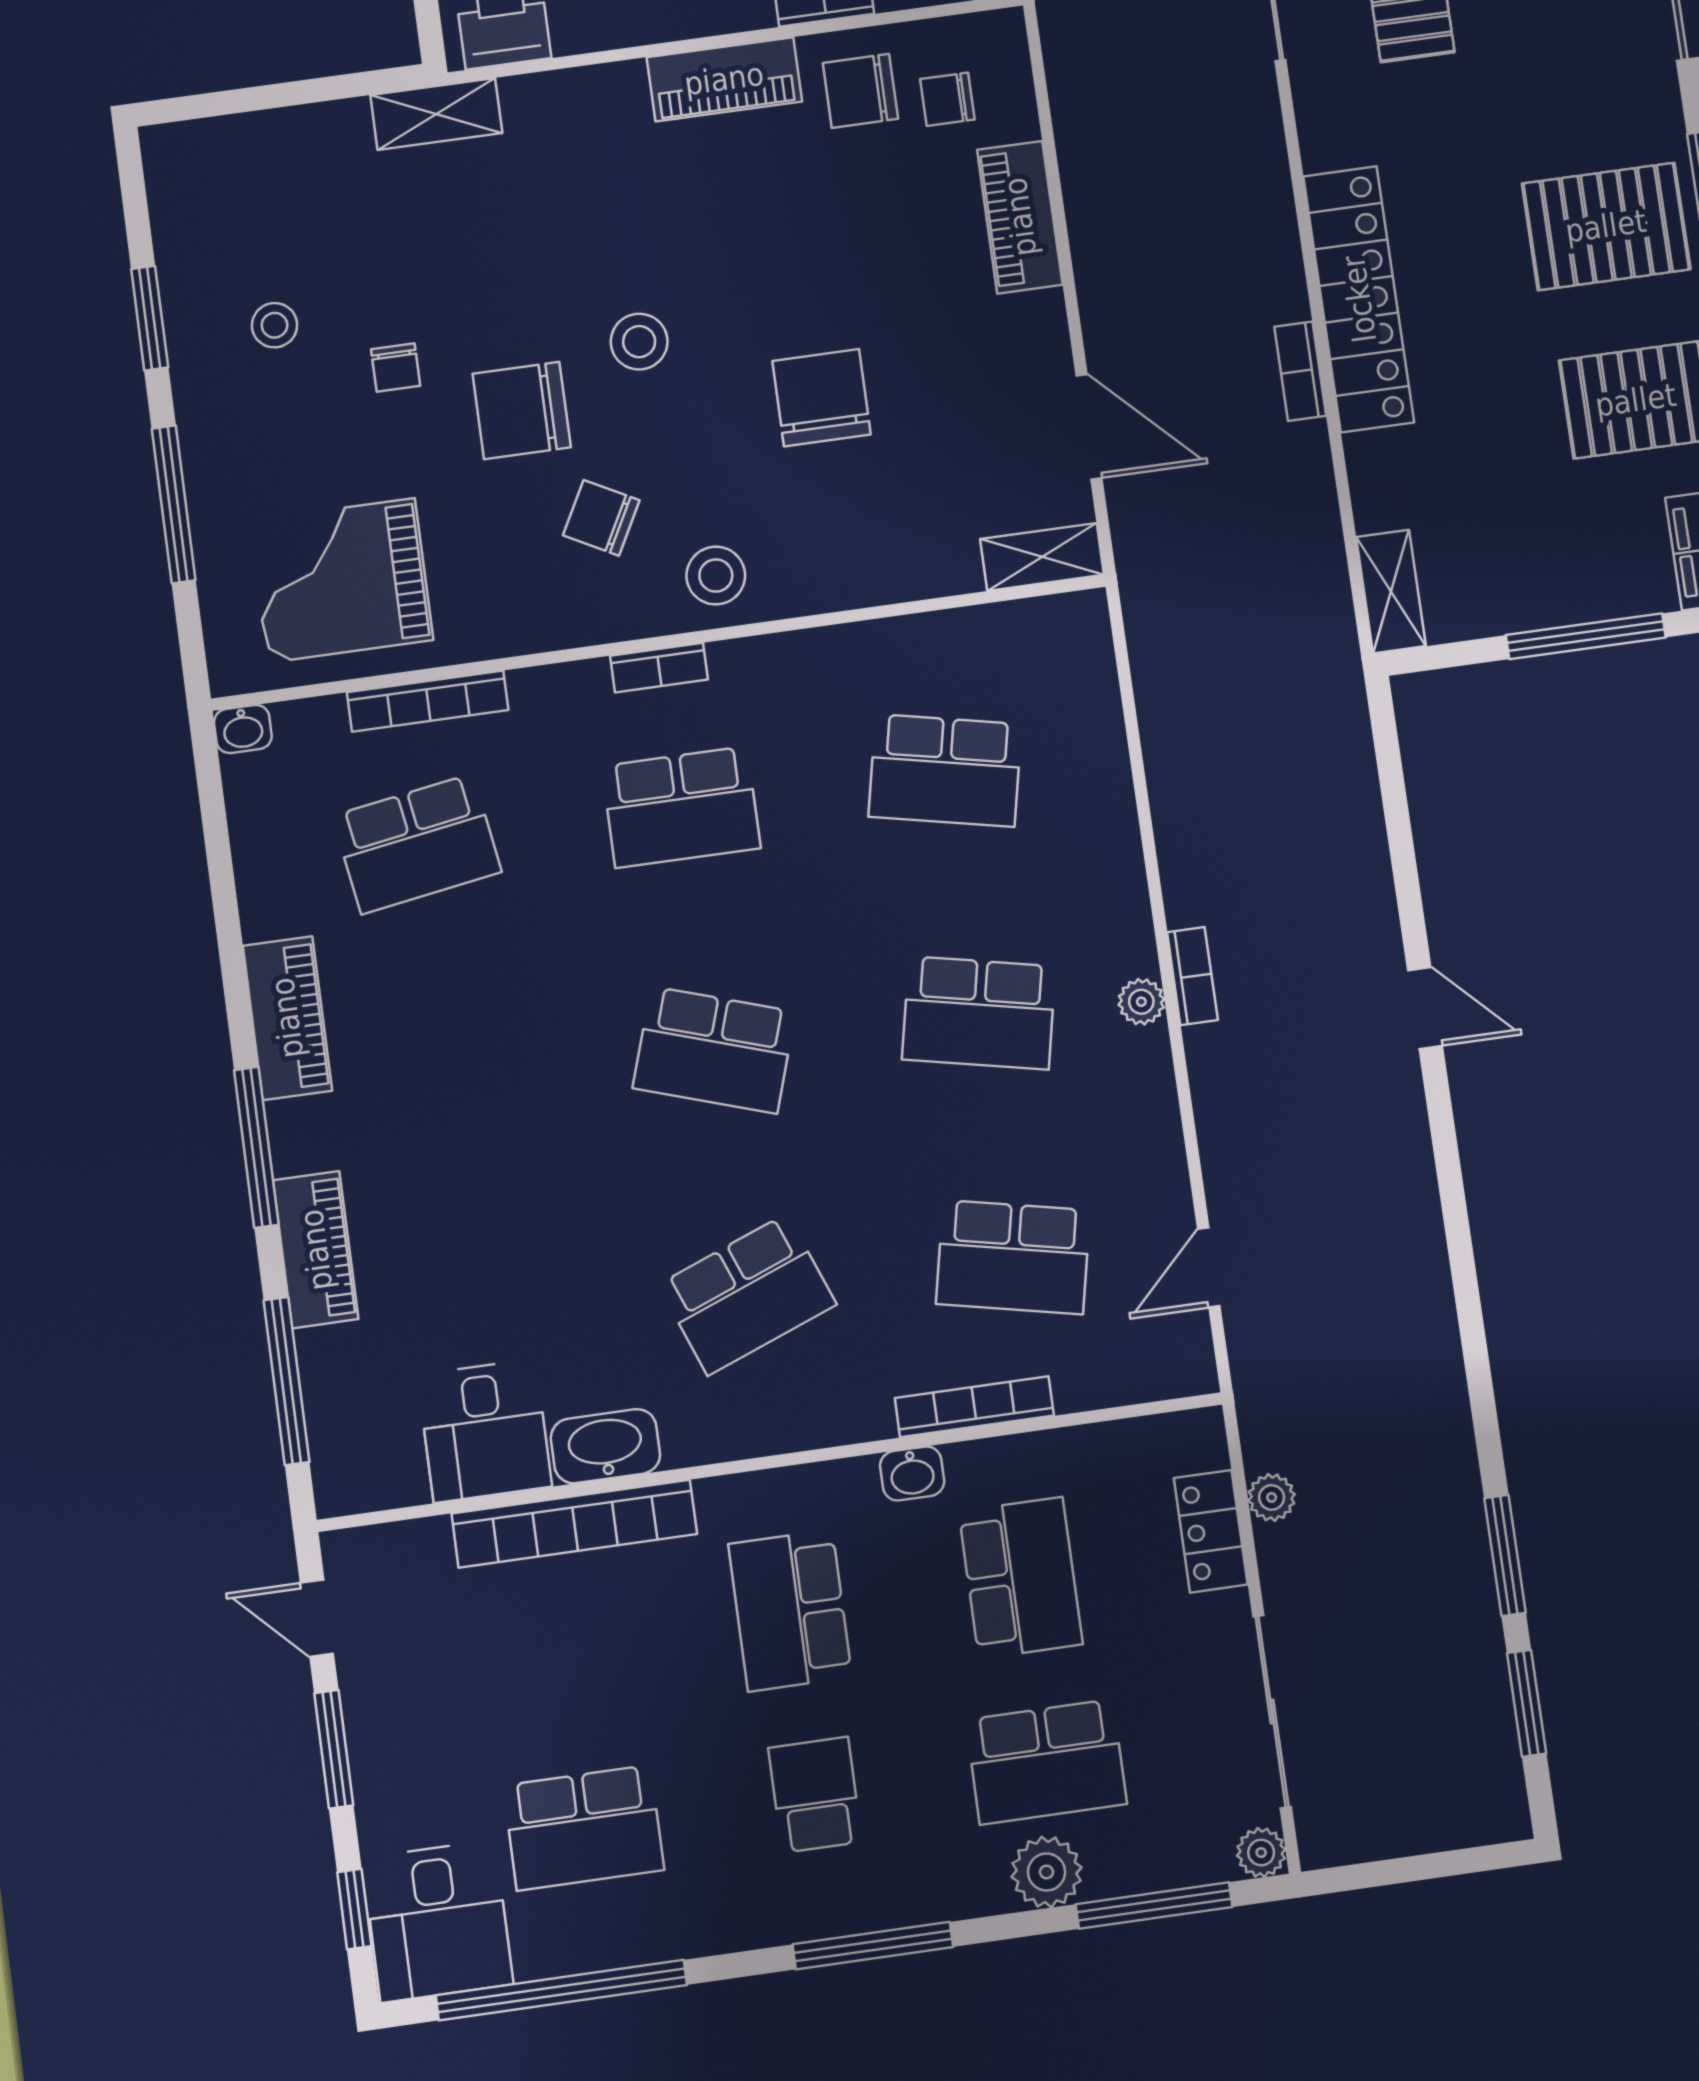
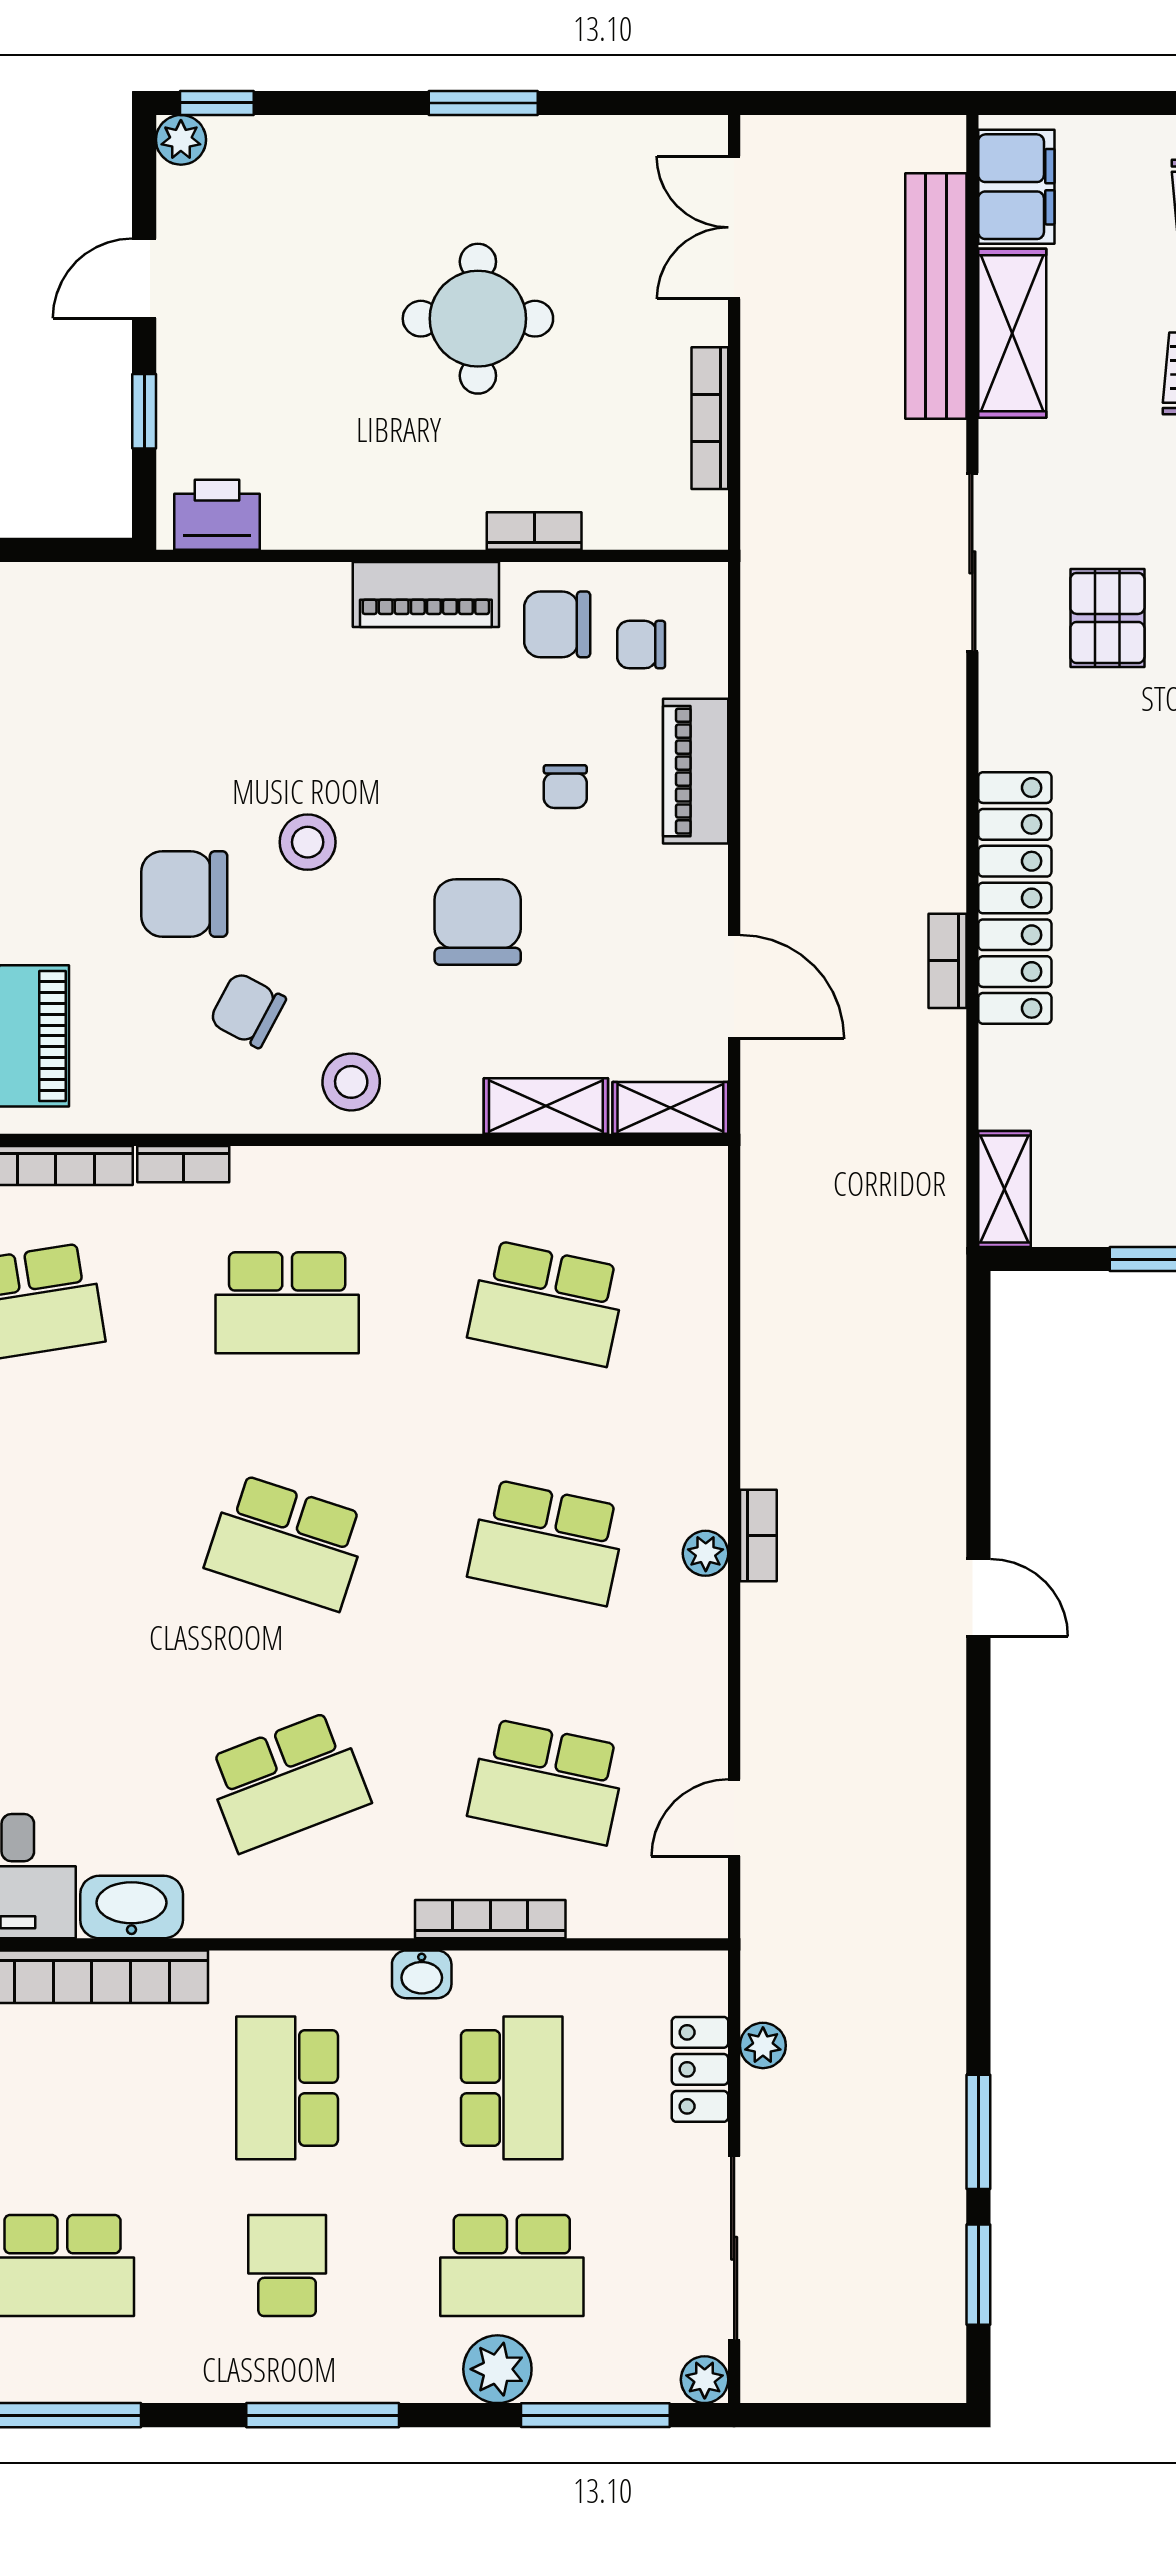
shelving: (436, 114) -> (546, 1106), moved
chair: (396, 368) -> (565, 787), moved
bookcase: (659, 668) -> (183, 1164), moved

